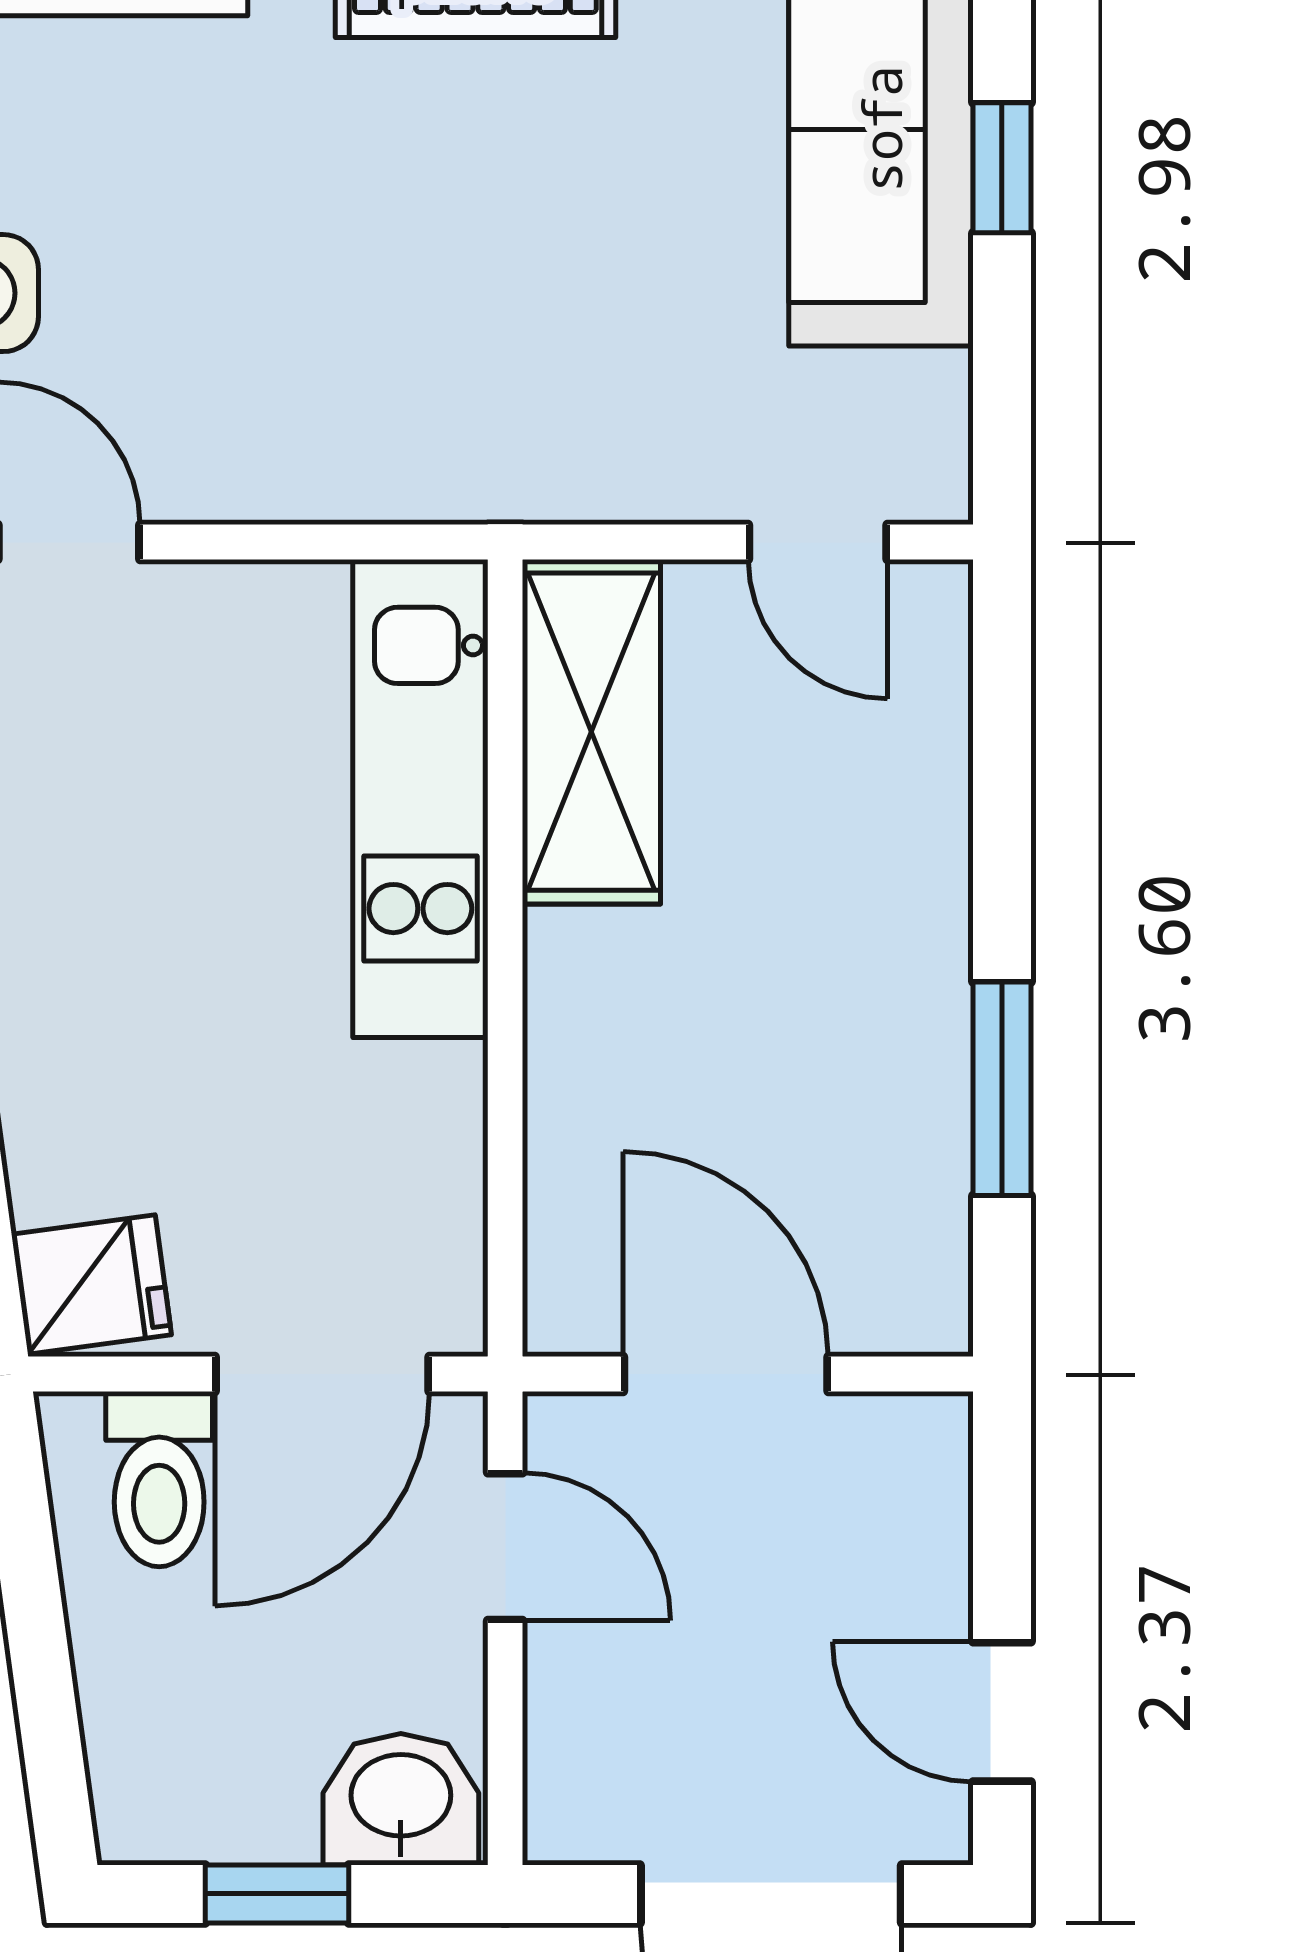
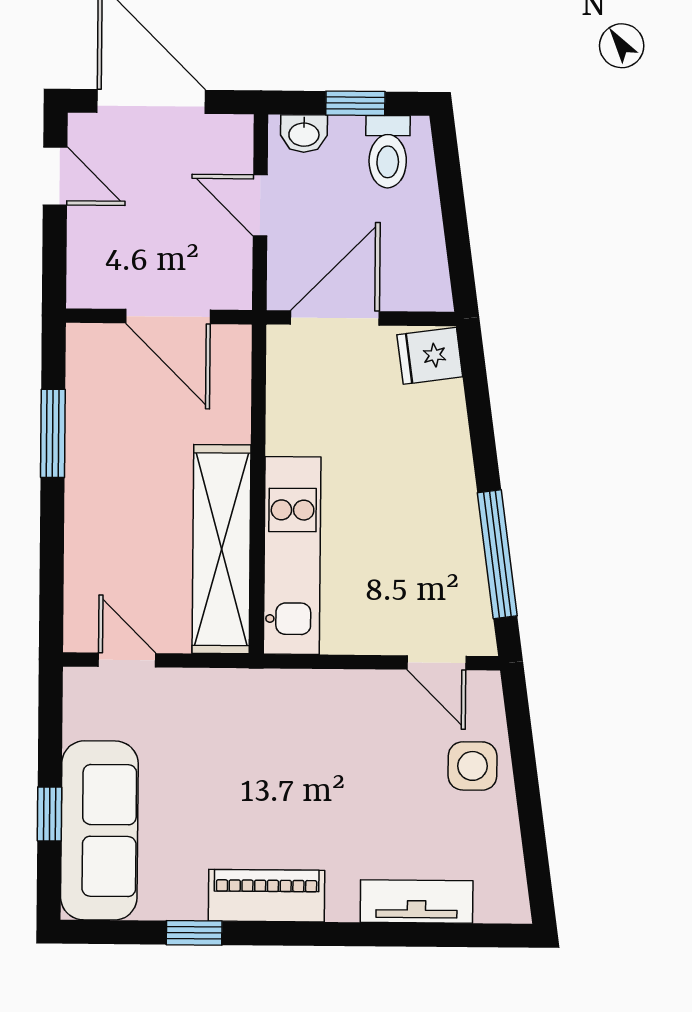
shelving: (591, 732) -> (222, 549), width x1.47
toilet: (159, 1479) -> (388, 152), moved, turned 180
door: (505, 1547) -> (260, 205), moved
washbasin: (401, 1799) -> (304, 134), width x0.72, depth x0.69

